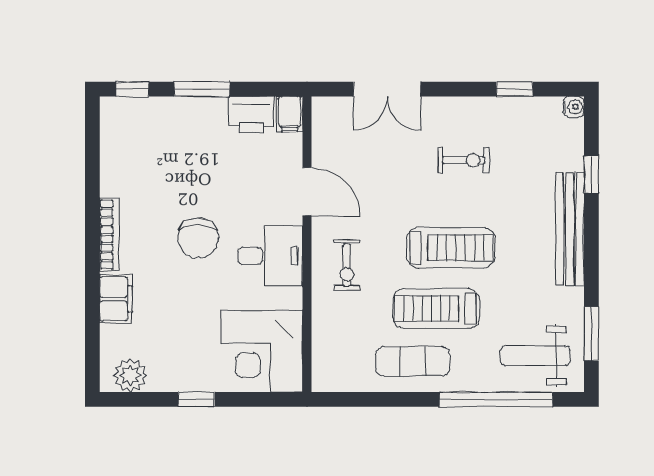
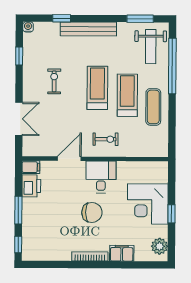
treadmill: (436, 309) -> (127, 95), turned 180
corner desk: (262, 351) -> (148, 204), moved, turned 90

